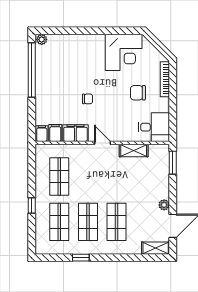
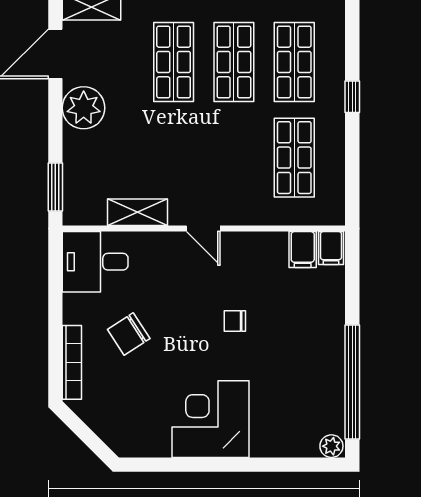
corner desk: (124, 52) -> (211, 419), moved
chair: (138, 93) -> (129, 334), turned 147
filing cabinet: (75, 133) -> (260, 249), removed
plant: (164, 205) -> (84, 108), width x1.88, depth x1.88

